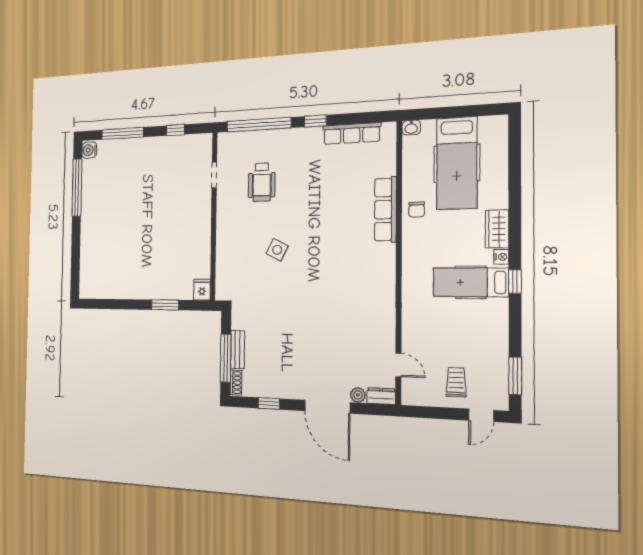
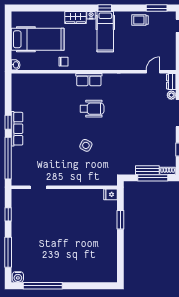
row of seats: (352, 133) -> (17, 129), moved
wheelchair: (262, 182) -> (92, 109), moved
row of seats: (385, 210) -> (89, 80), moved, width x0.68
trolley: (456, 382) -> (140, 20), moved

